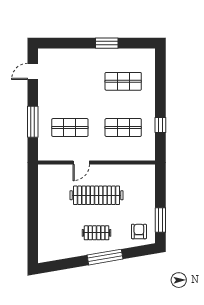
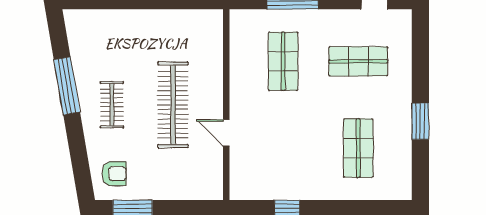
shop shelf: (123, 128) -> (358, 61), moved, turned 90
door: (81, 162) -> (226, 133), moved
window: (105, 257) -> (67, 86), moved

